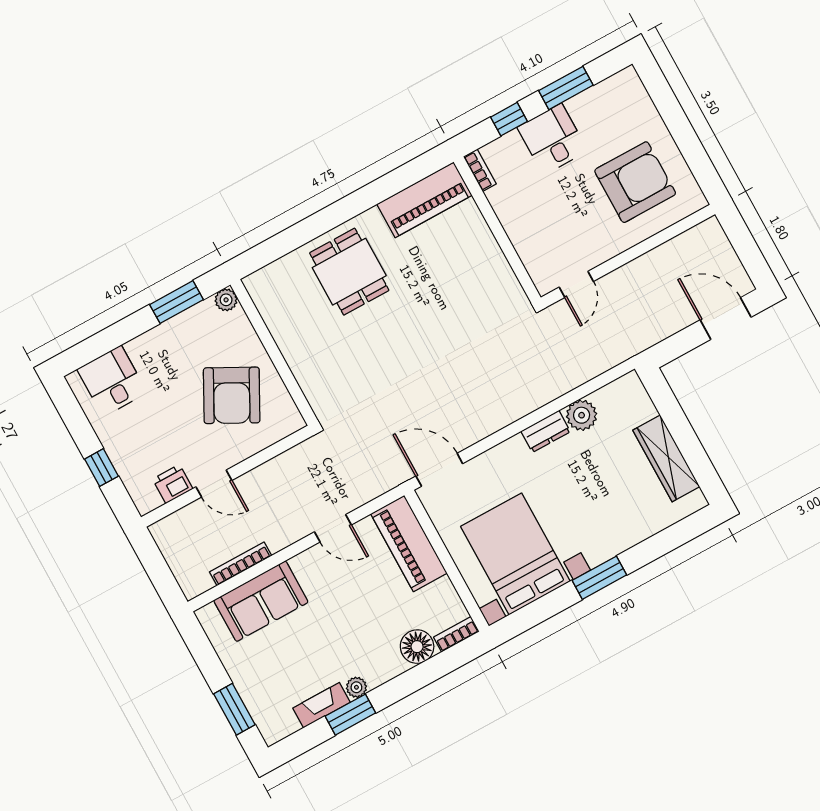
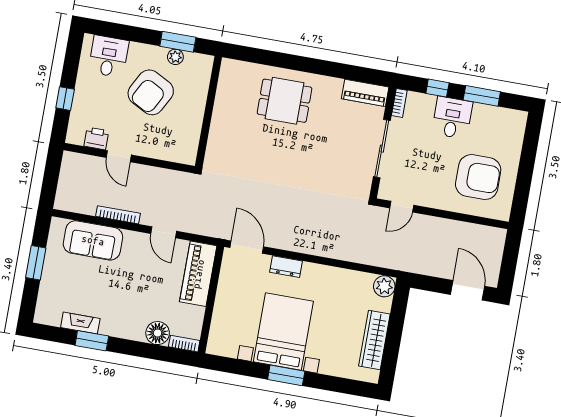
piano: (424, 200) -> (365, 93), width x0.73, depth x0.75
sliding door: (501, 237) -> (382, 149), added
dining table: (349, 272) -> (284, 101), turned 90
plant: (226, 300) -> (175, 57), moved
armchair: (232, 395) -> (151, 92), moved
plant: (582, 415) -> (384, 286), moved
dresser: (546, 431) -> (286, 267), moved
bed with nightstands: (515, 554) -> (283, 332), moved
bookcase: (241, 564) -> (118, 215), moved
plant: (356, 687) -> (107, 329), removed
window: (234, 709) -> (36, 263), moved

